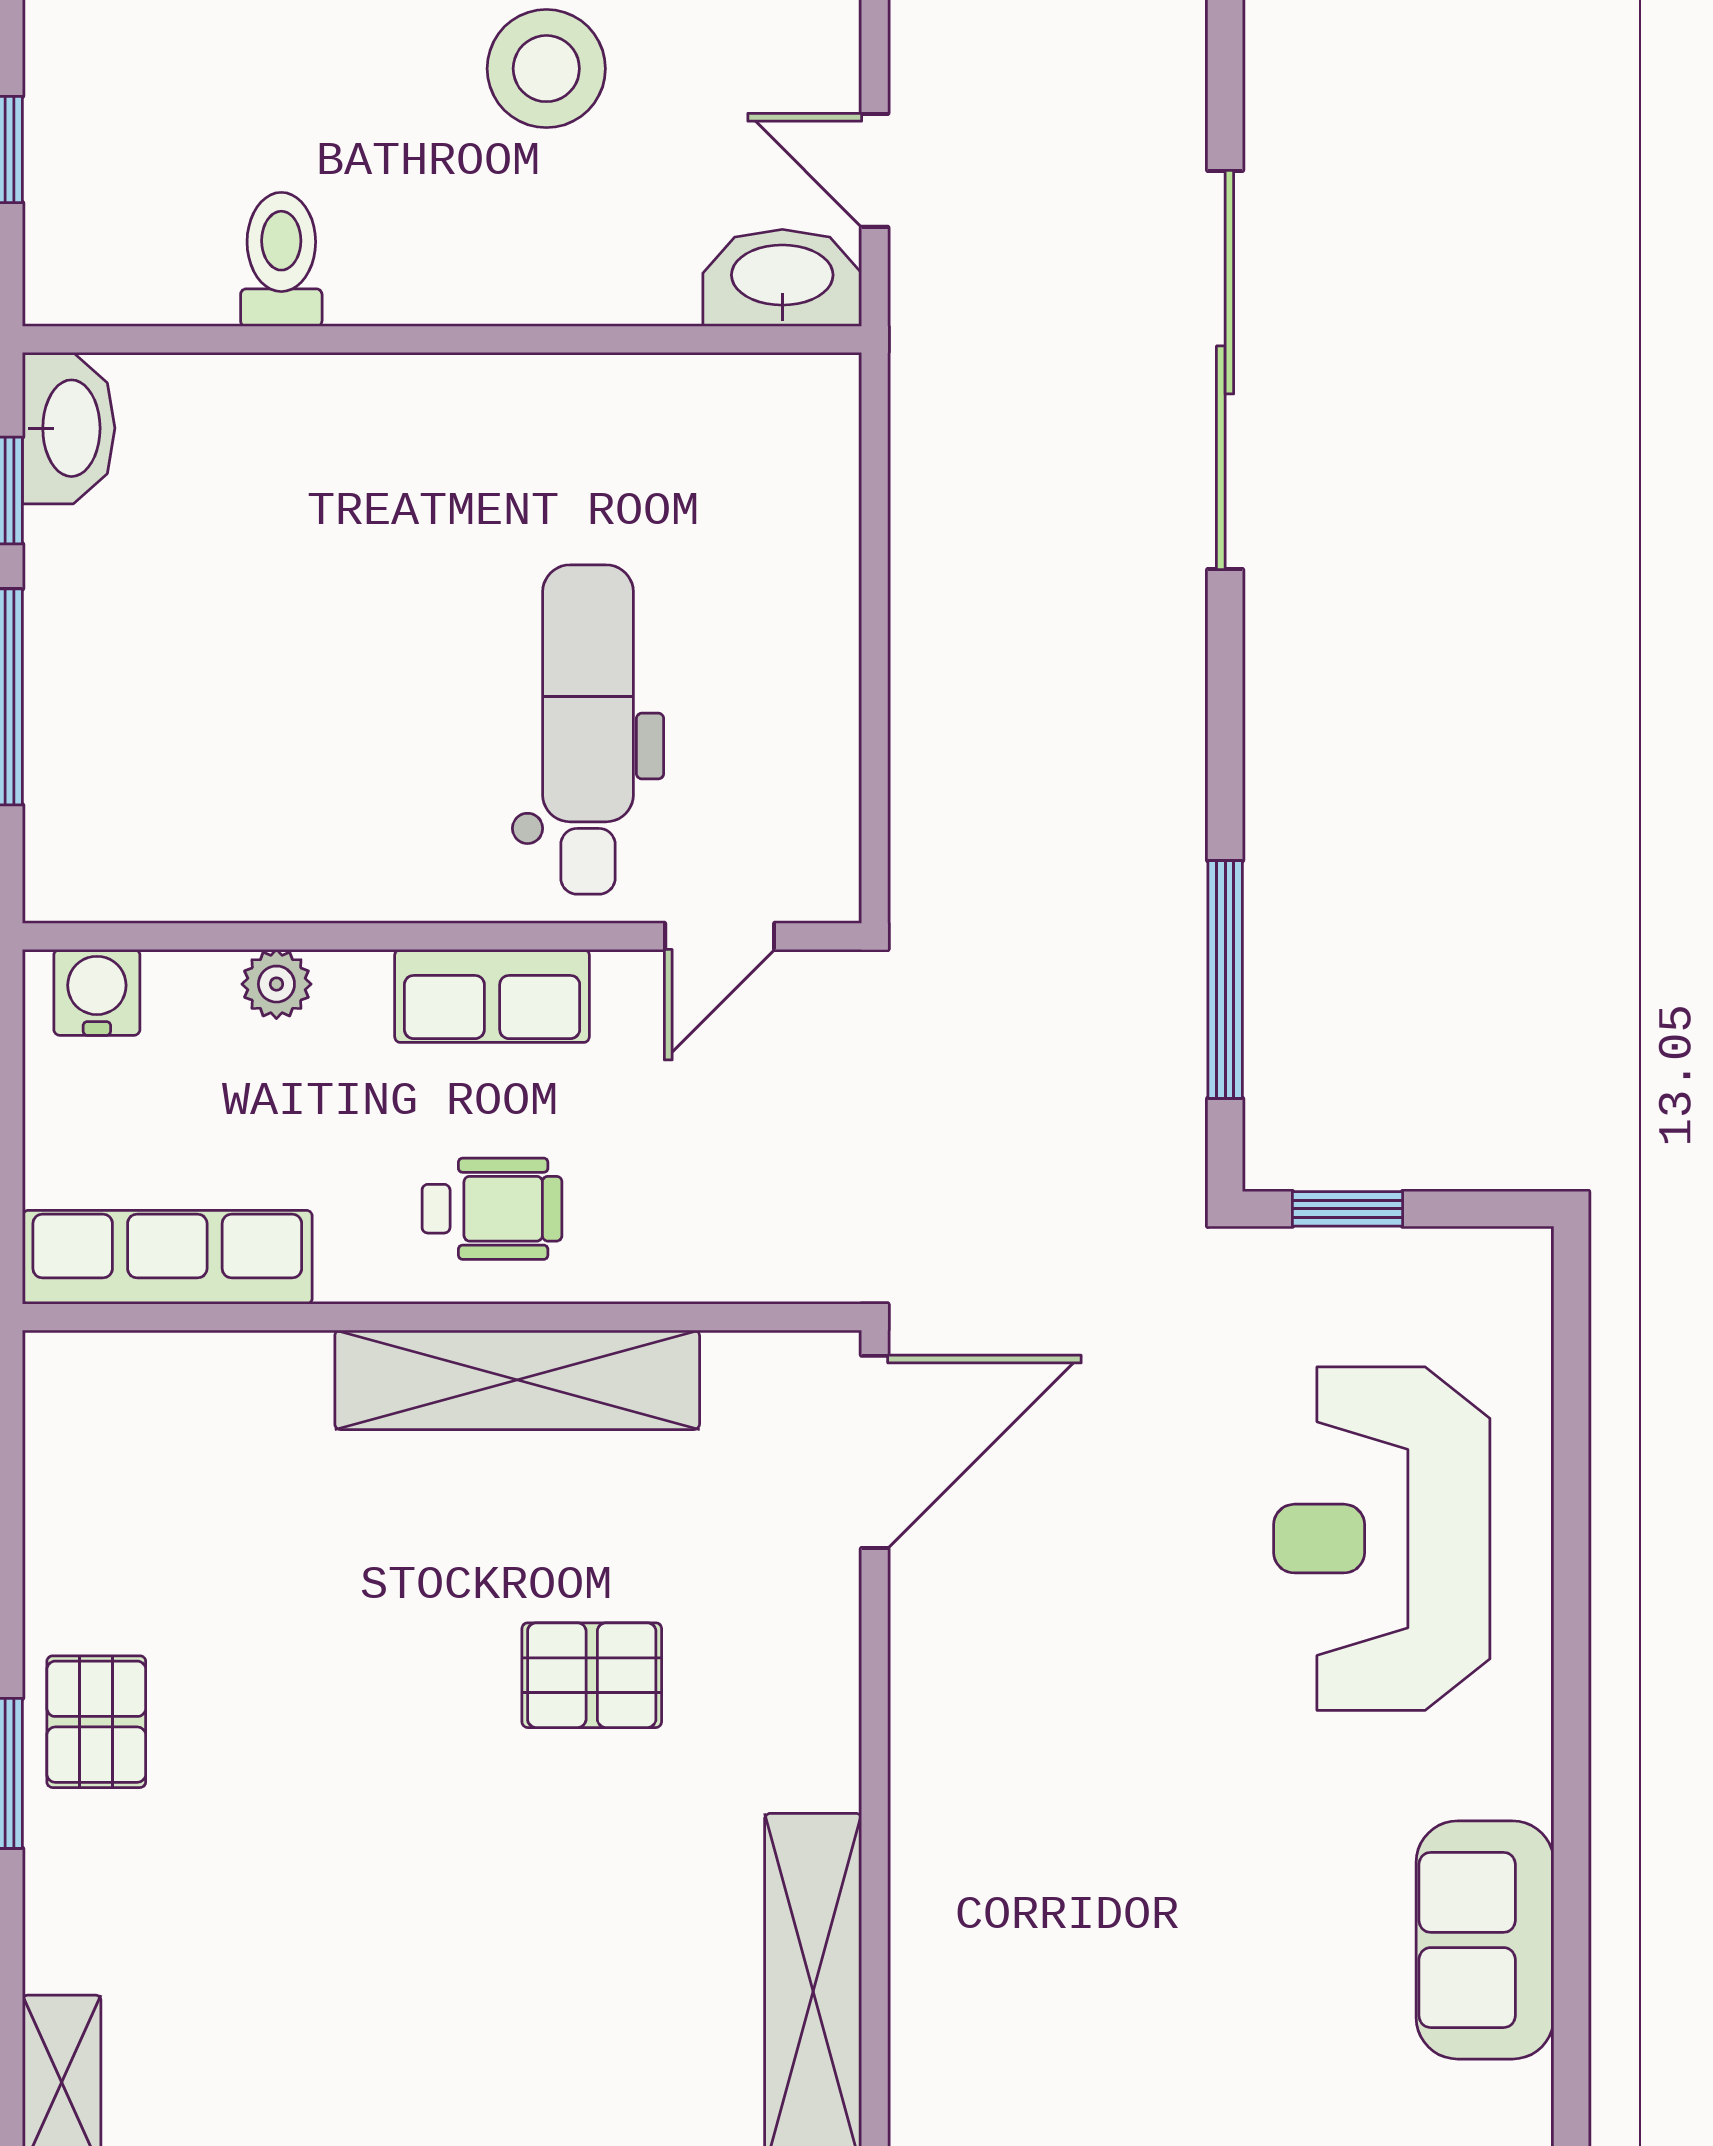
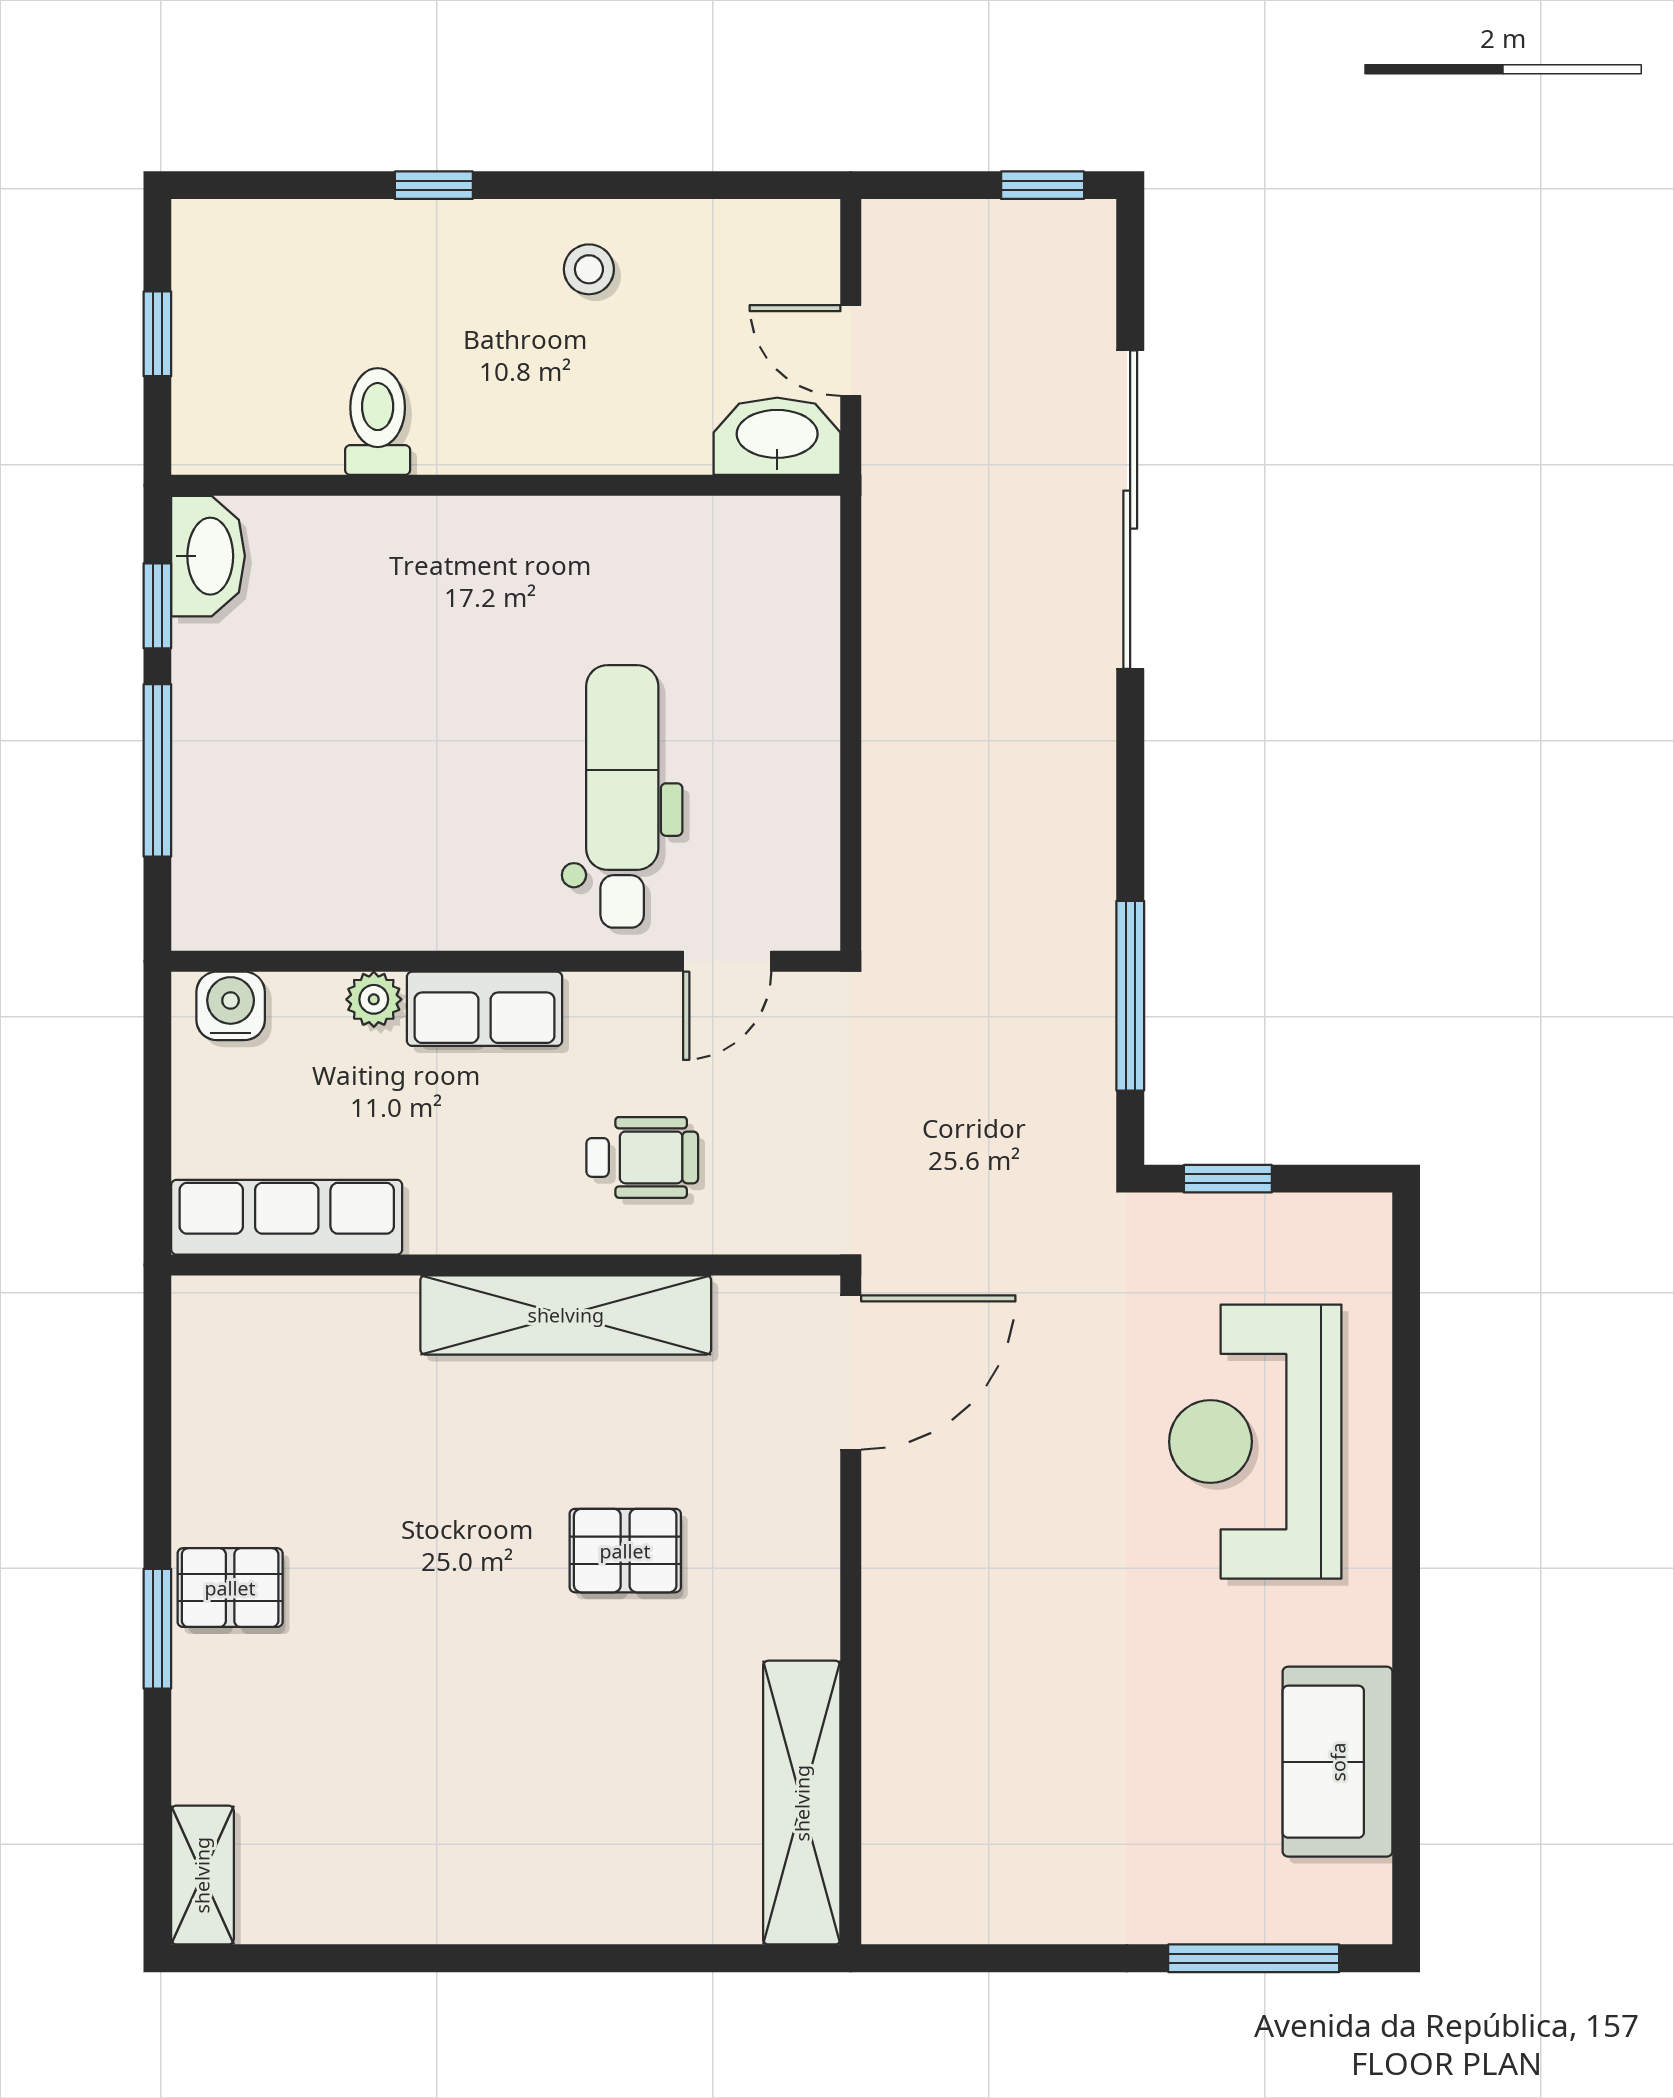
stool: (546, 69) -> (589, 269), width x0.53, depth x0.53
row of seats: (492, 996) -> (485, 1009), moved
wheelchair: (492, 1209) -> (642, 1157), moved
pallet: (96, 1722) -> (230, 1588), turned 90

